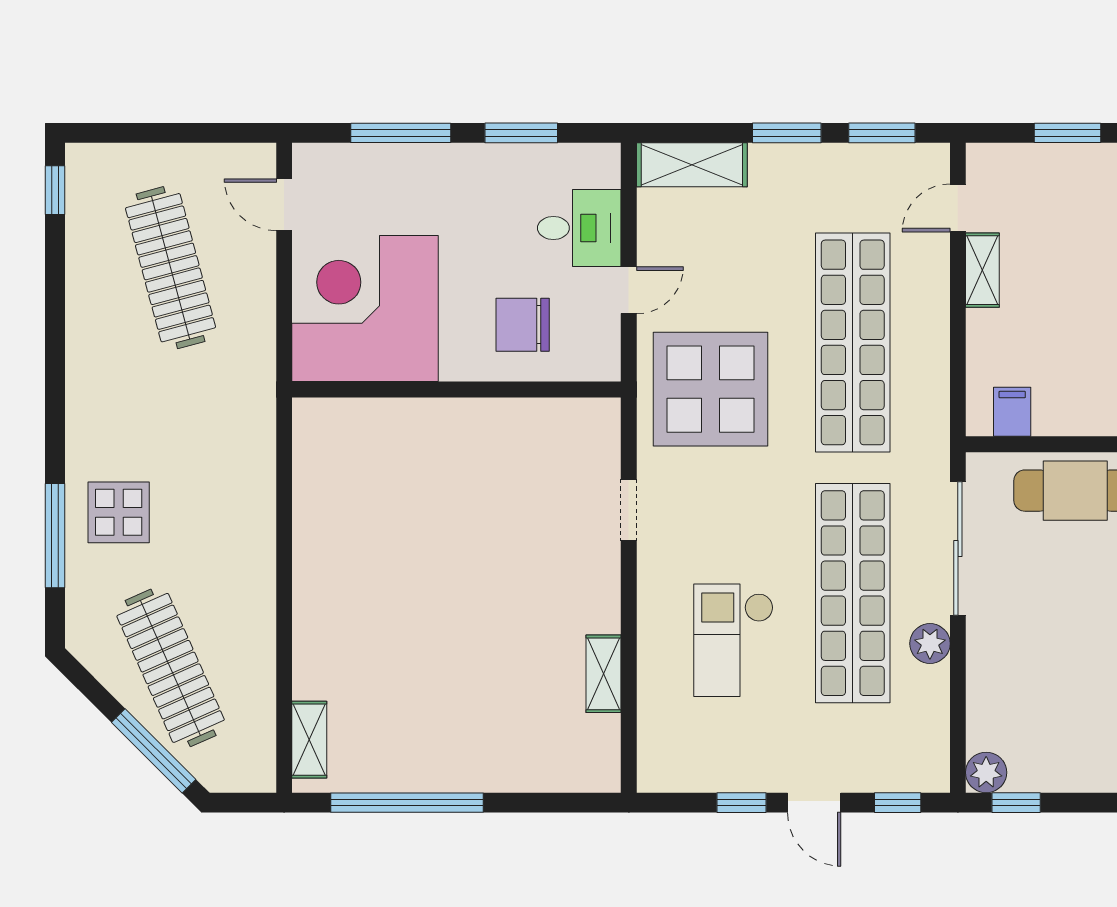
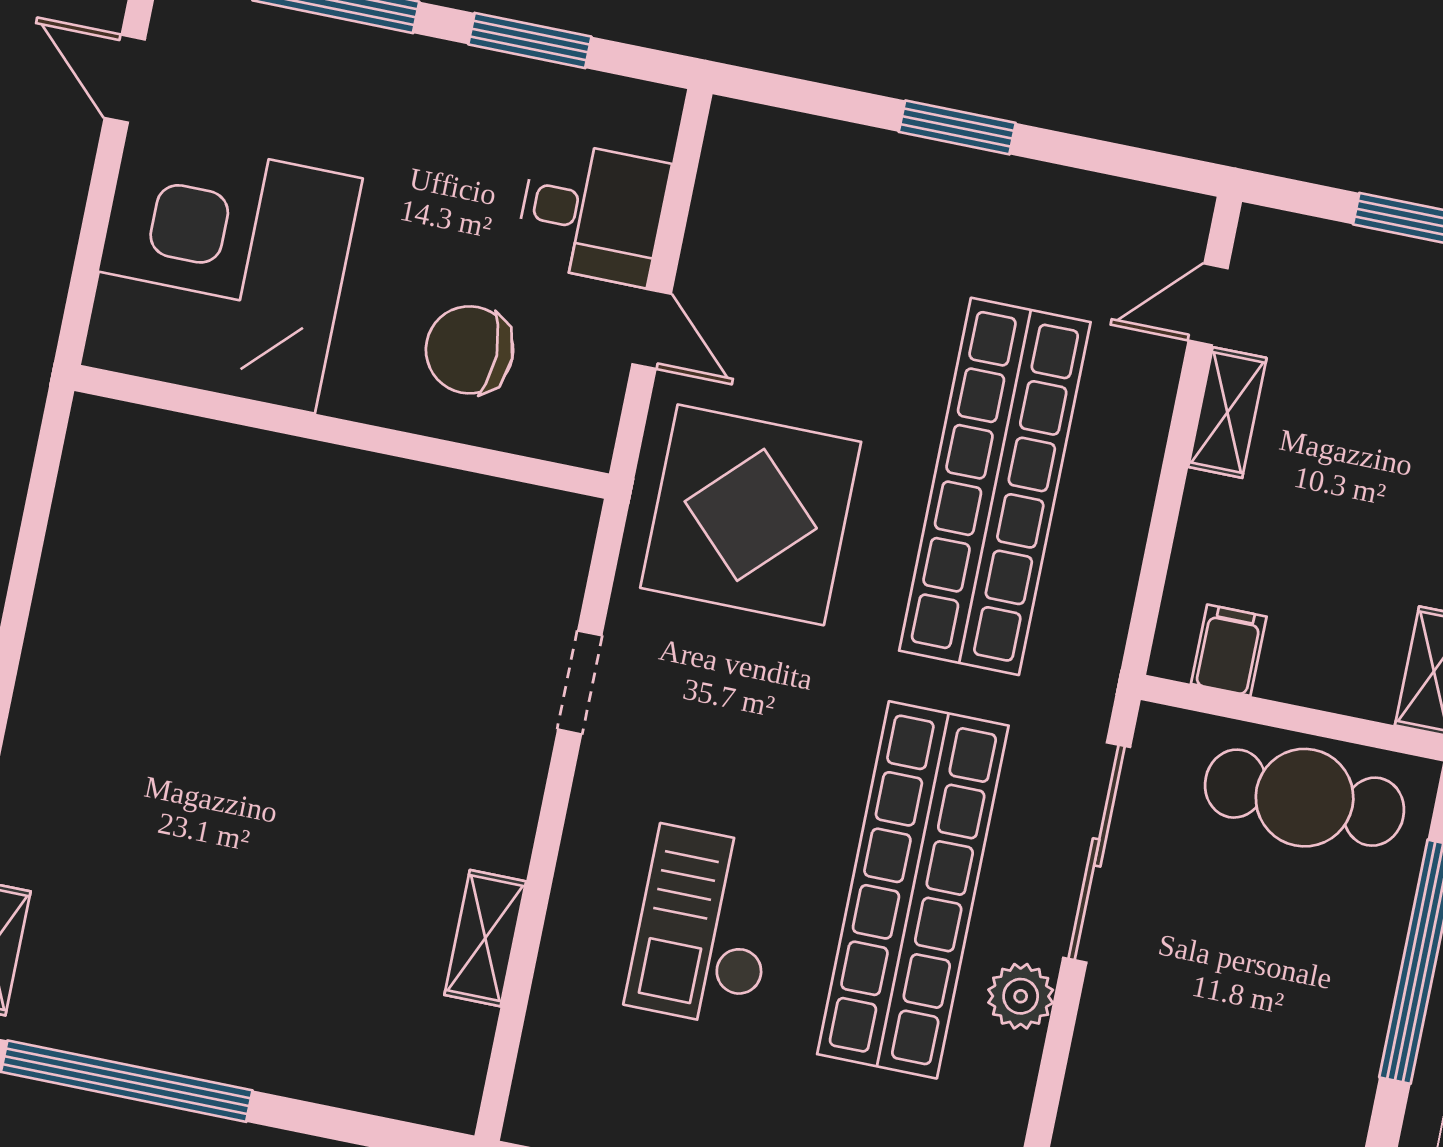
window: (882, 133) -> (1110, 159), removed
shelving: (692, 165) -> (794, 148), removed
door: (629, 290) -> (652, 329), hinge flipped

